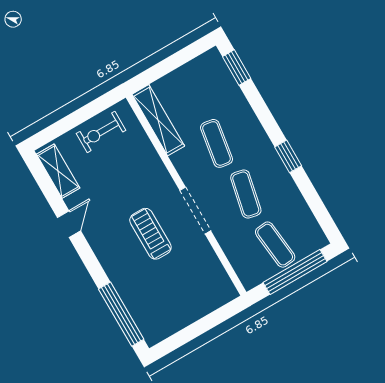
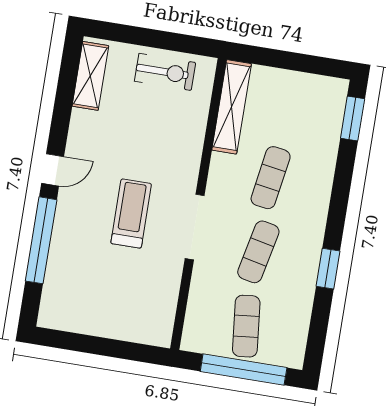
exercise bike: (101, 132) -> (165, 72), turned 180
window: (288, 156) -> (328, 269), moved
door: (69, 224) -> (53, 170), moved
window: (121, 314) -> (41, 240), moved

